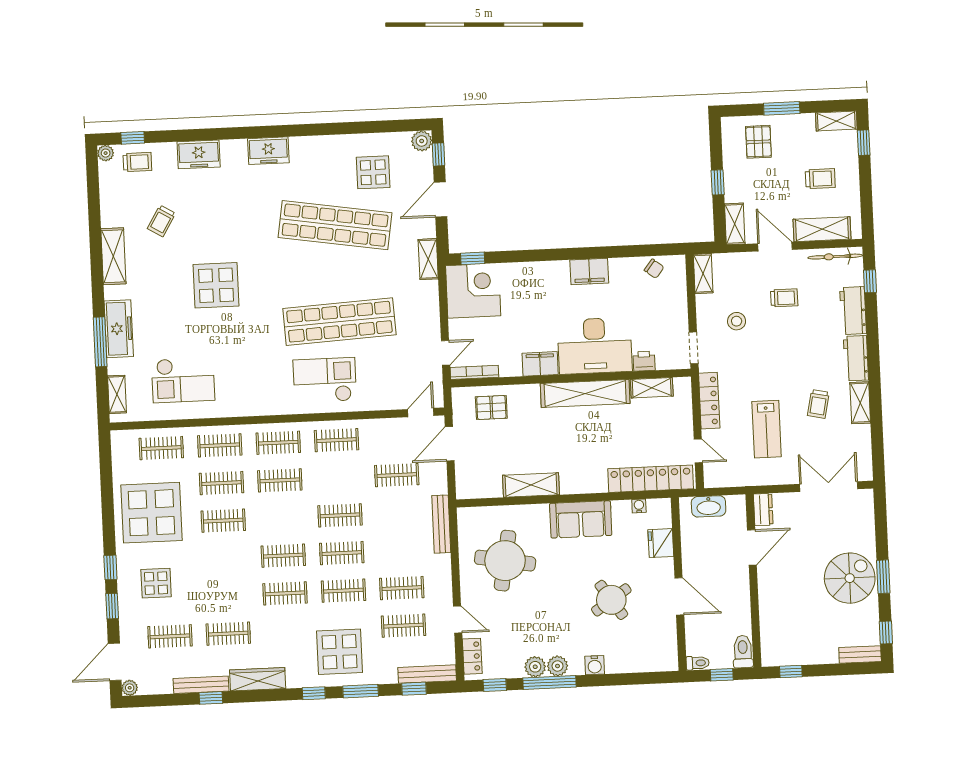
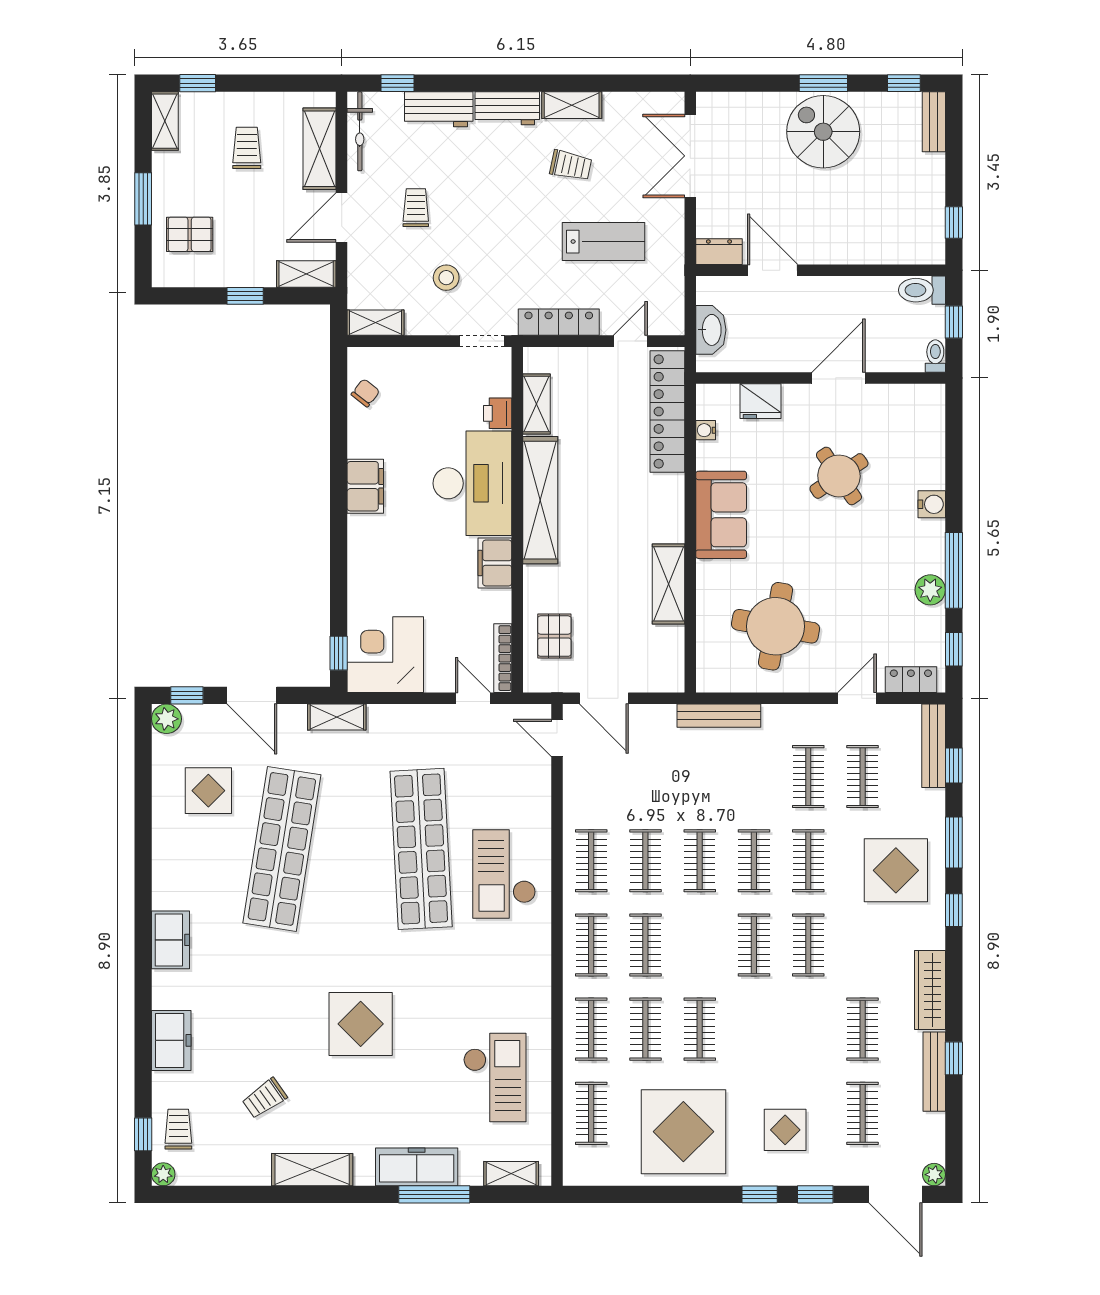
trolley: (161, 221) -> (264, 1098), turned 114
clothes rail: (397, 475) -> (645, 861), moved
plant: (558, 666) -> (931, 558), removed

